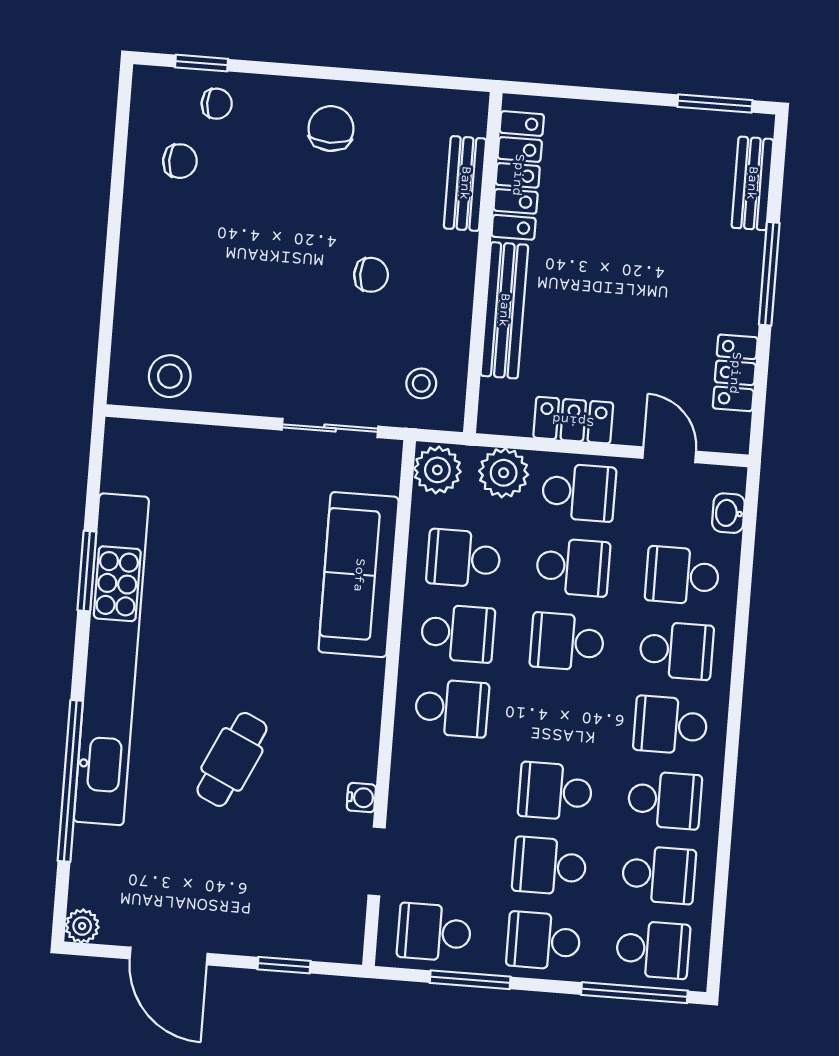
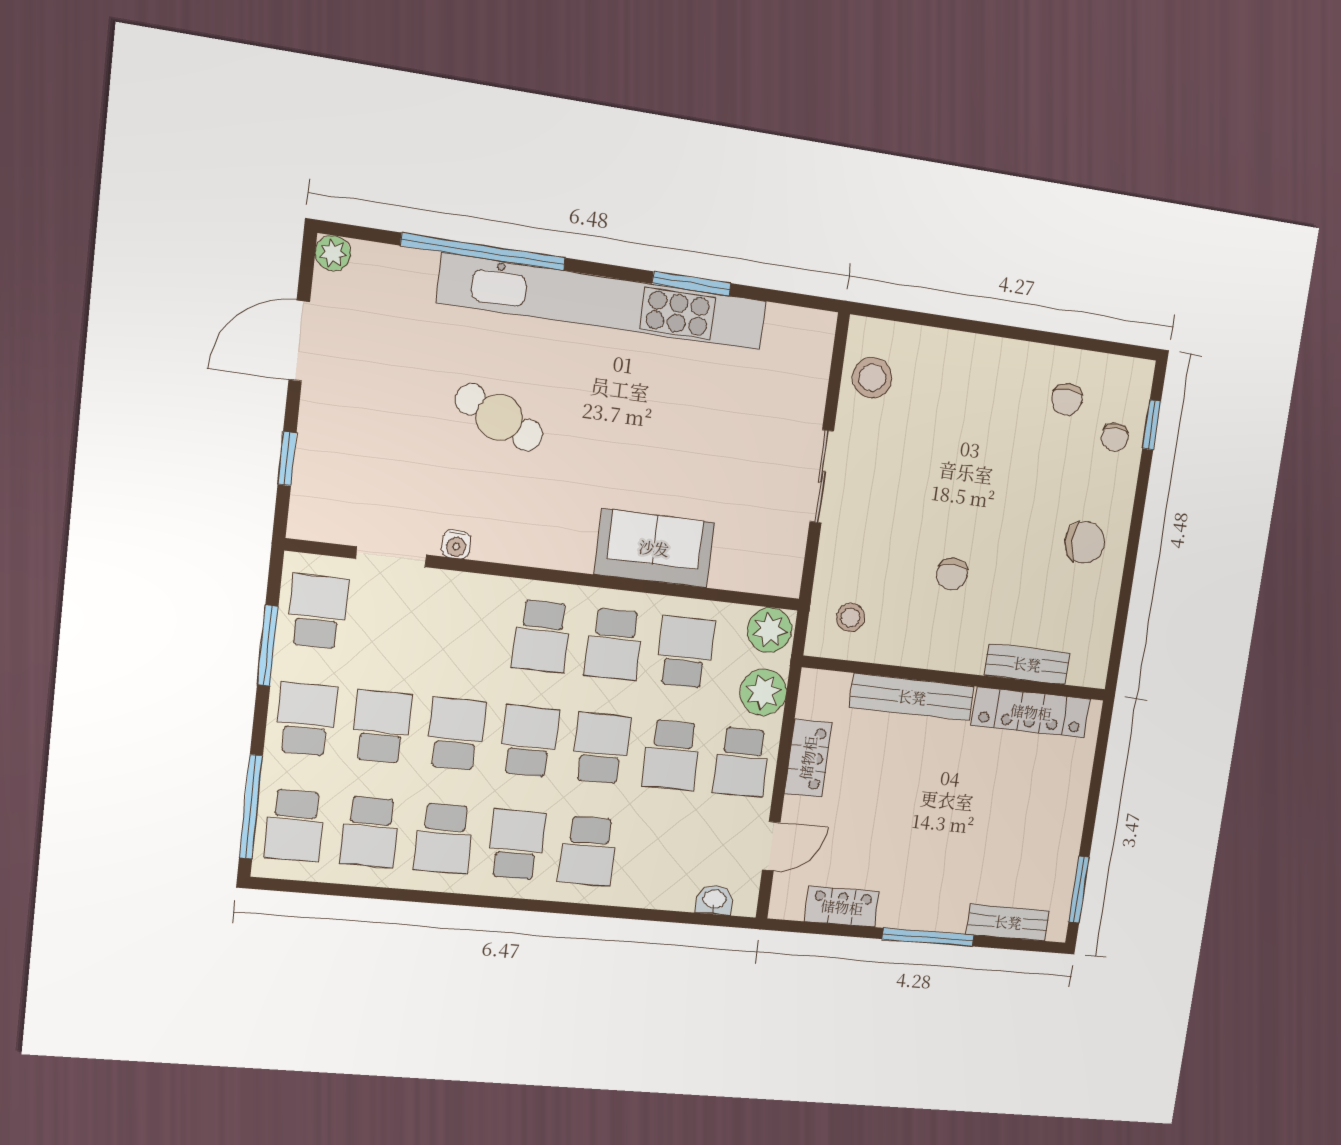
sliding door: (330, 428) -> (822, 476), moved
sofa: (359, 575) -> (654, 548), width x0.73
school desk: (682, 576) -> (529, 741), moved

